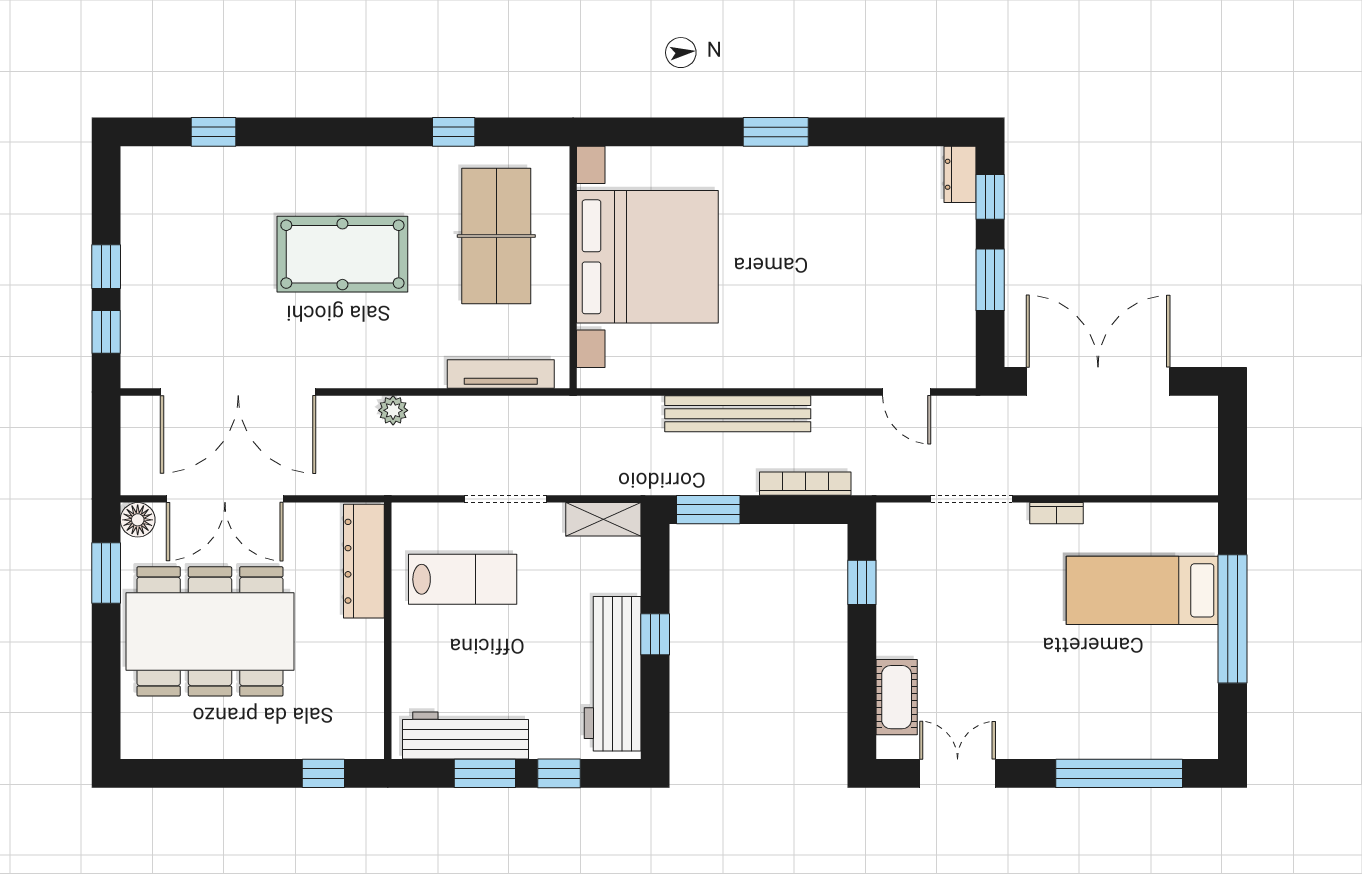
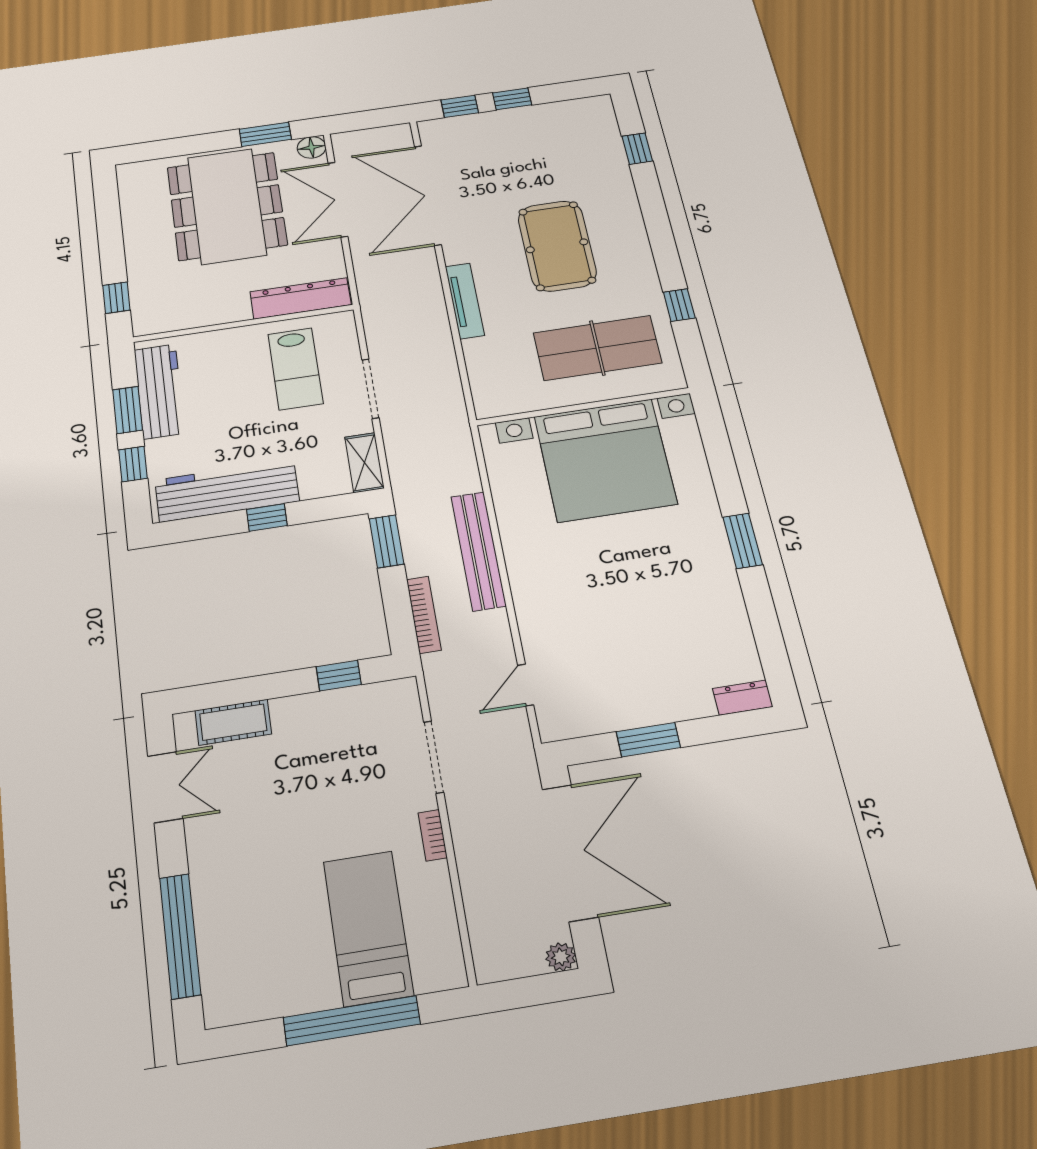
window: (990, 197) -> (728, 727), removed
tv unit: (501, 374) -> (465, 301), moved
plant: (393, 410) -> (561, 957), moved

